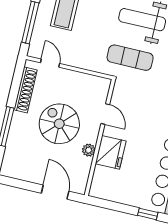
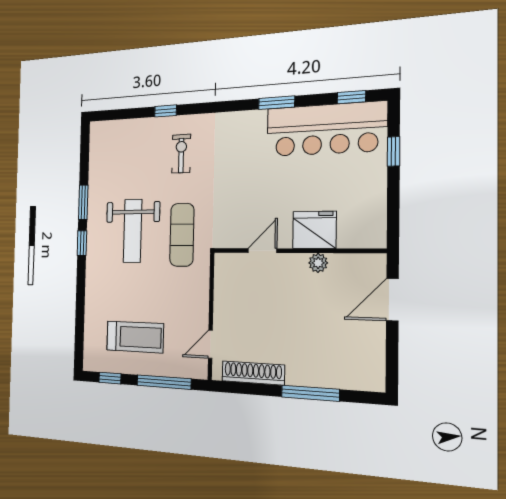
spiral stairs: (59, 124) -> (290, 314), removed

